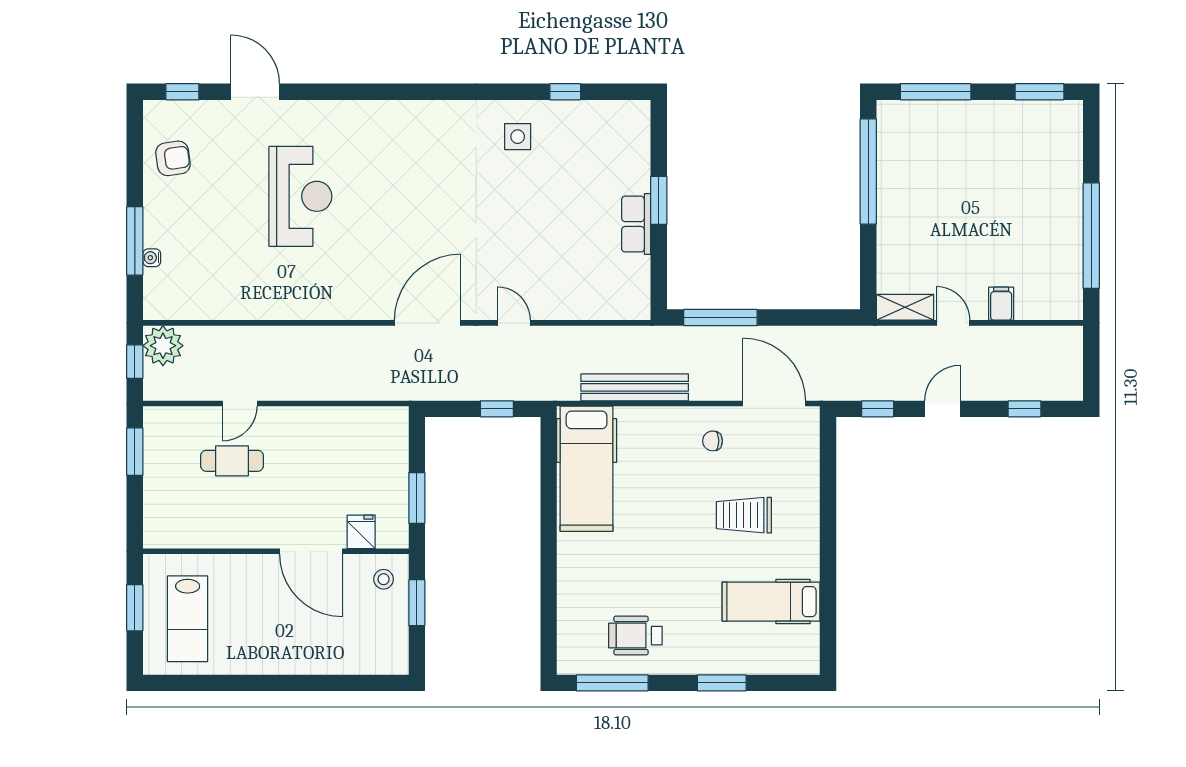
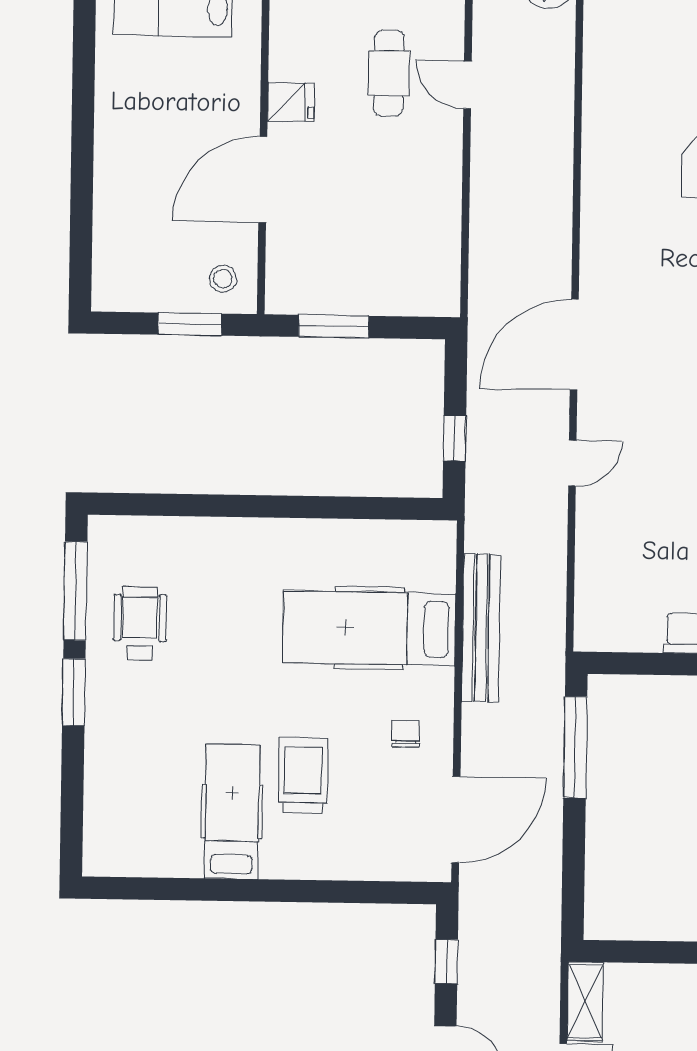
door: (427, 323) -> (574, 345), swing flipped
hospital bed: (587, 469) -> (369, 628), moved
fridge: (361, 532) -> (291, 102), moved
hospital bed: (771, 602) -> (232, 812), moved
window: (722, 683) -> (74, 692), moved

